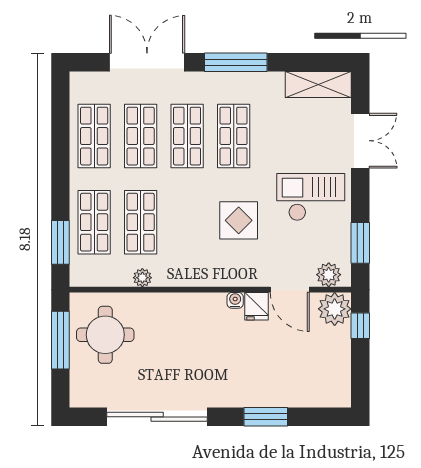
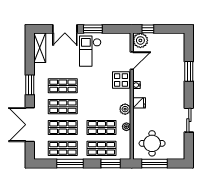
window: (236, 62) -> (30, 85), width x0.69
double door: (360, 141) -> (65, 29), swing flipped
window: (60, 152) -> (70, 164), added
display table: (239, 220) -> (121, 80), moved
window: (360, 243) -> (93, 29), moved
plant: (329, 275) -> (125, 109), moved
fridge: (257, 306) -> (139, 103), moved
sliding door: (157, 417) -> (189, 120), width x0.54

